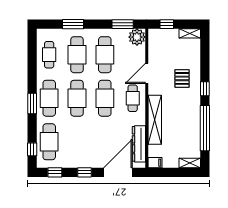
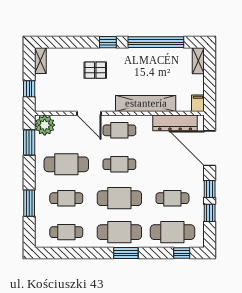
cafe table: (77, 55) -> (66, 198), width x0.73, depth x0.74
cafe table: (105, 98) -> (119, 164), width x0.73, depth x0.74
cafe table: (77, 142) -> (172, 198), added
window: (55, 172) -> (210, 213), moved

